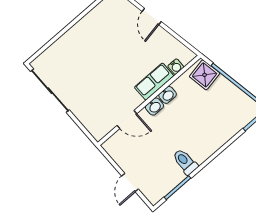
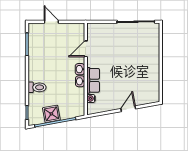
door: (152, 16) -> (128, 109), hinge flipped
shower: (205, 75) -> (51, 114), moved
toilet: (185, 162) -> (37, 87), moved

